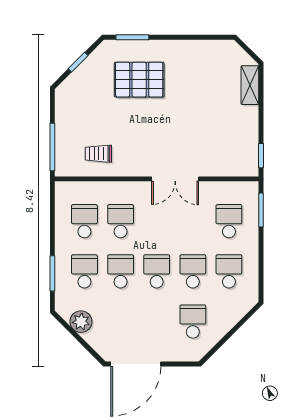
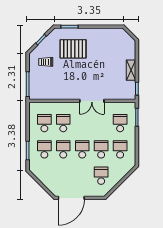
shelving: (250, 85) -> (131, 70), moved
trolley: (98, 154) -> (46, 62), moved
plant: (81, 322) -> (42, 176), removed

